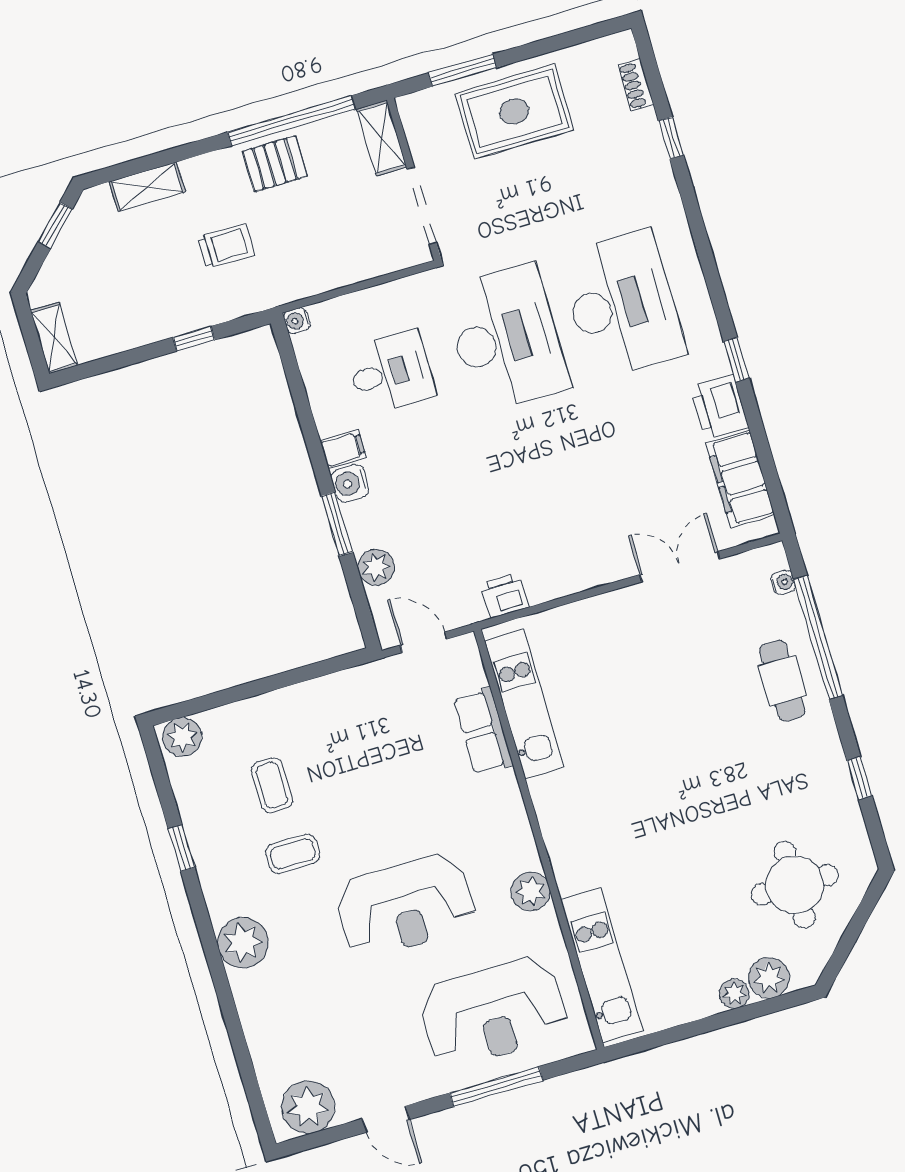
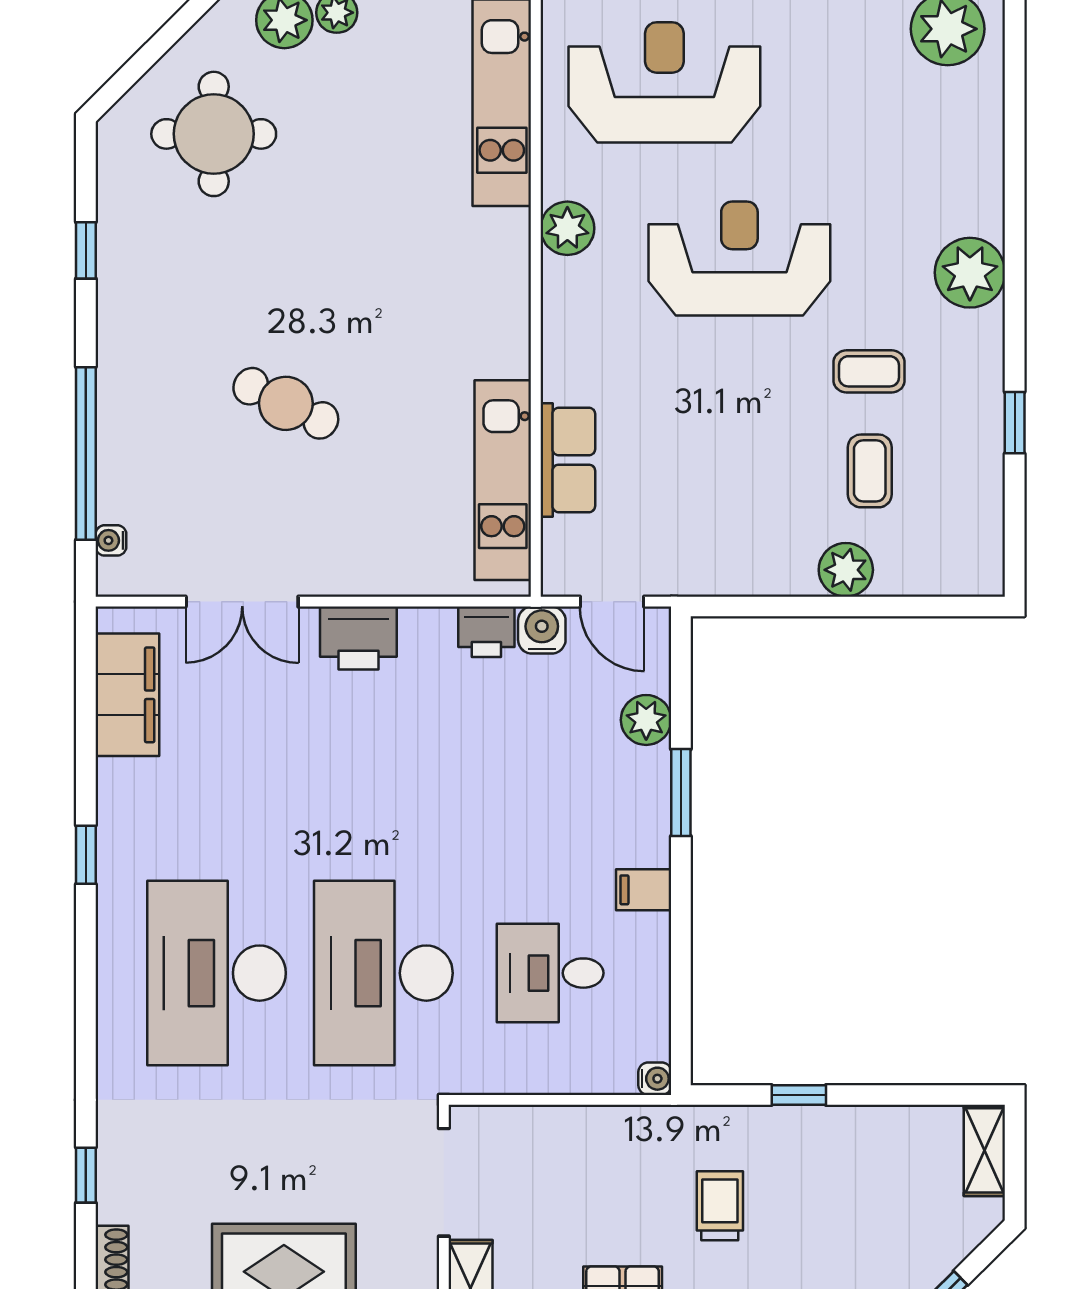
trolley: (226, 246) -> (720, 1206), turned 90
printer: (719, 407) -> (358, 638), moved, turned 90
water cooler: (350, 483) -> (542, 630), moved, turned -90
cafe table: (782, 681) -> (286, 403), moved, turned -64
plant: (182, 737) -> (846, 570), moved

